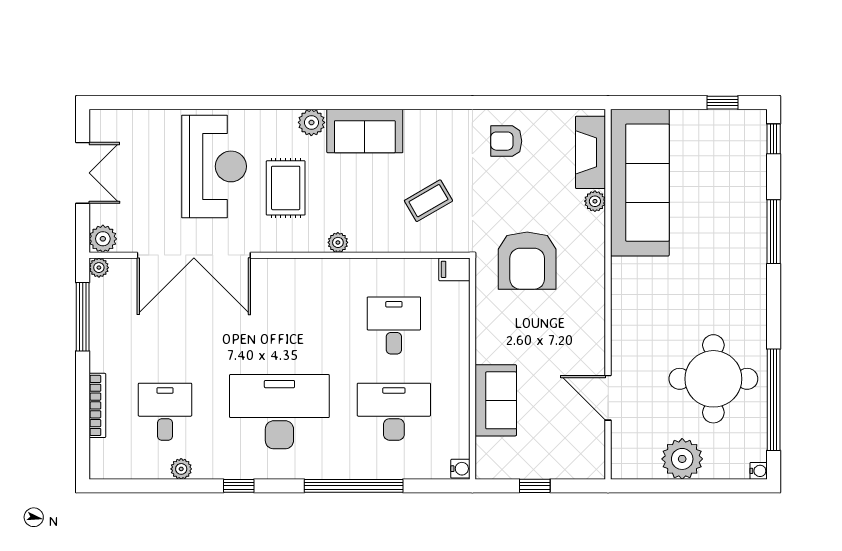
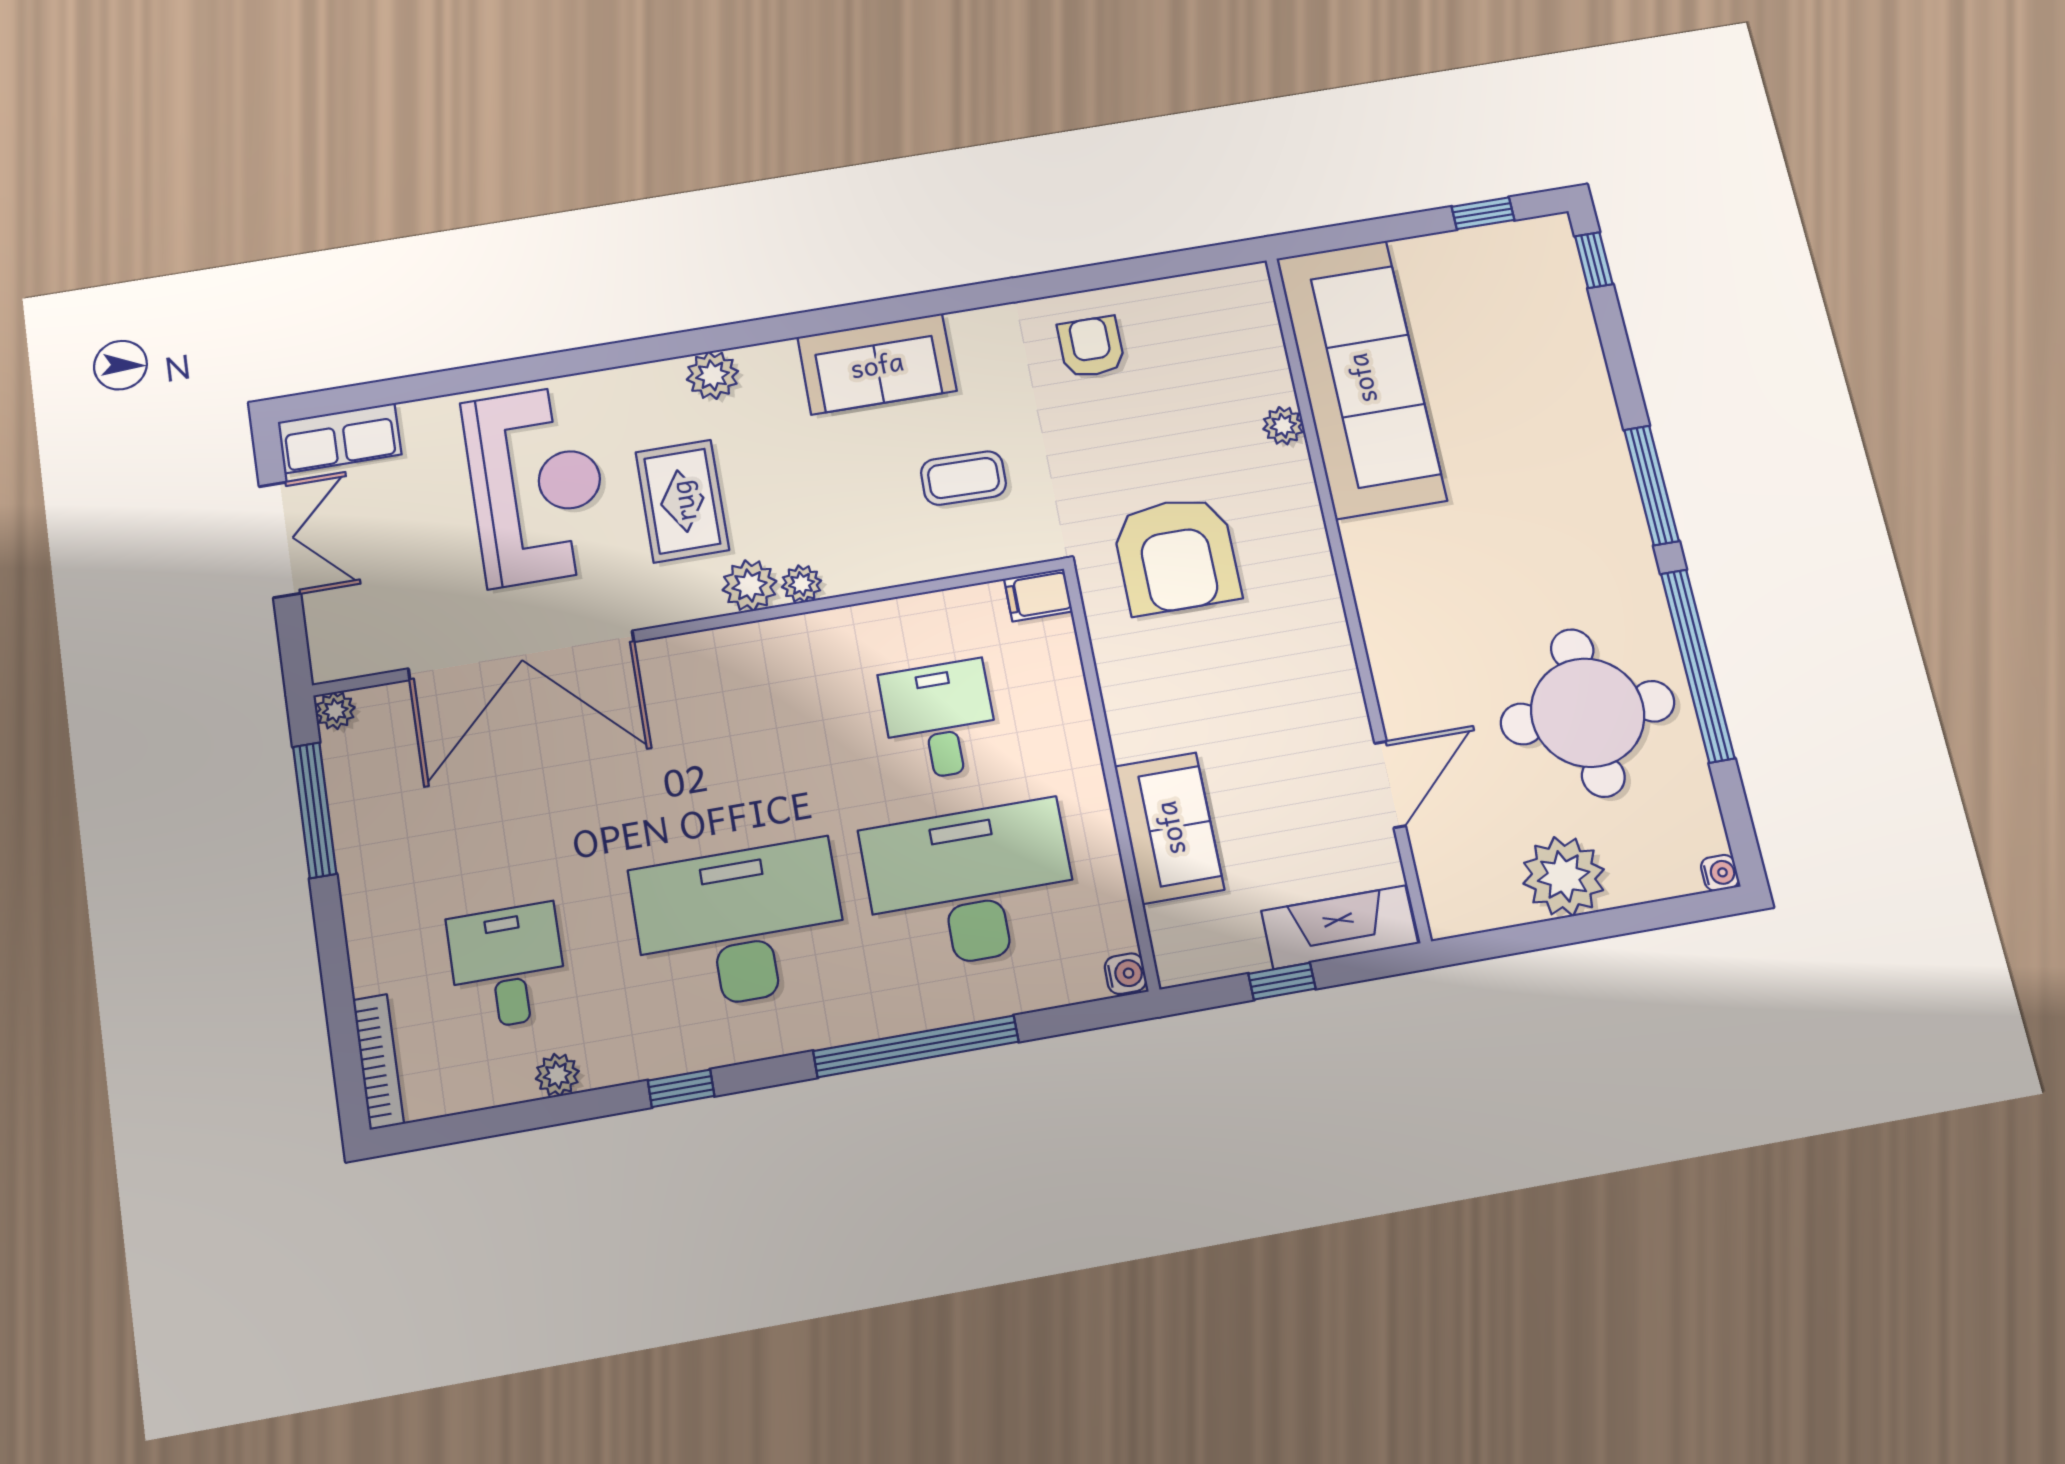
row of seats: (119, 123) -> (340, 438), added
sofa: (365, 131) -> (877, 364), moved
armchair: (506, 141) -> (1091, 347), turned 90
fireplace: (590, 152) -> (1340, 927), moved, turned 90
coffee table: (428, 201) -> (963, 478), turned 31
window: (774, 232) -> (1651, 485), moved
plant: (103, 239) -> (750, 586), moved
door: (608, 398) -> (1390, 784), swing flipped
window: (774, 400) -> (1698, 666), moved
bookcase: (97, 405) -> (378, 1062), moved
desk: (394, 412) -> (971, 885), width x1.36, depth x1.30

